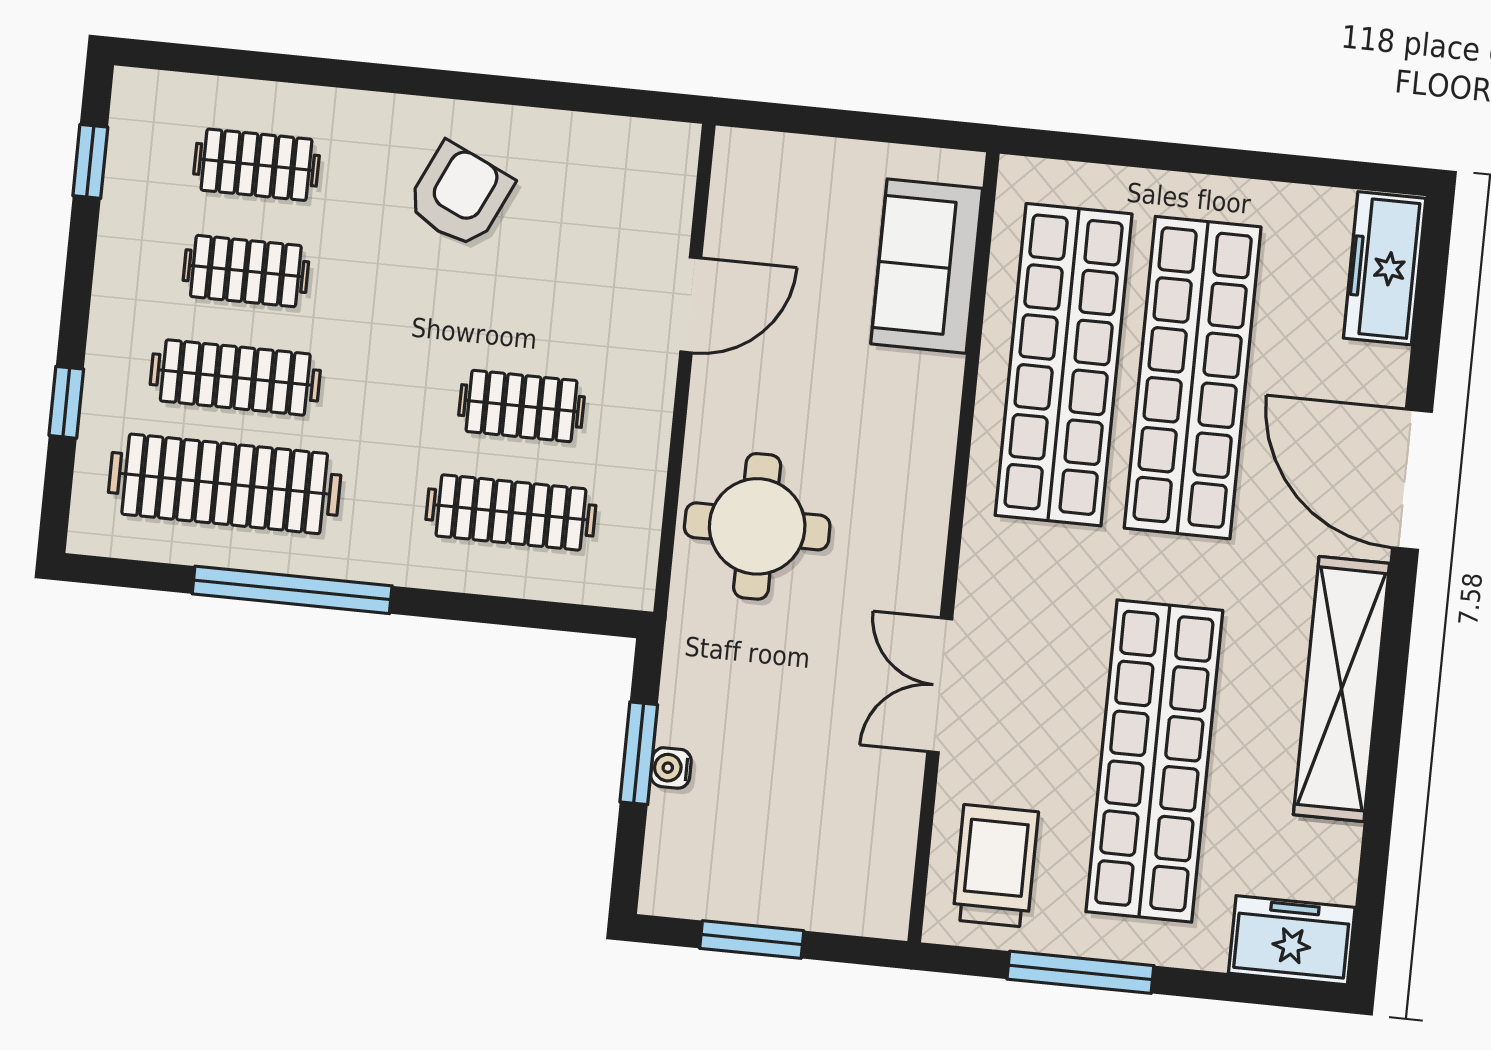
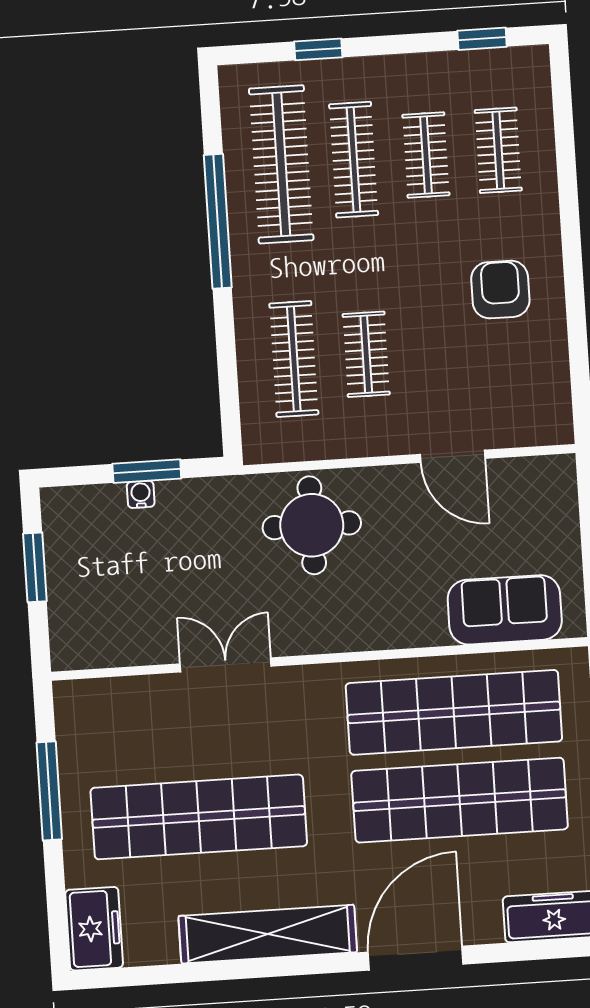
armchair: (460, 195) -> (500, 290), turned -115
trolley: (995, 866) -> (111, 722), removed

